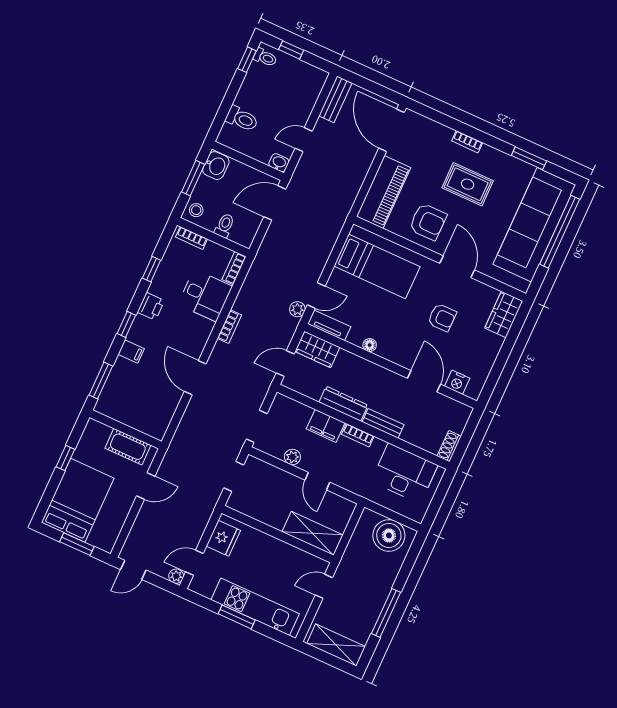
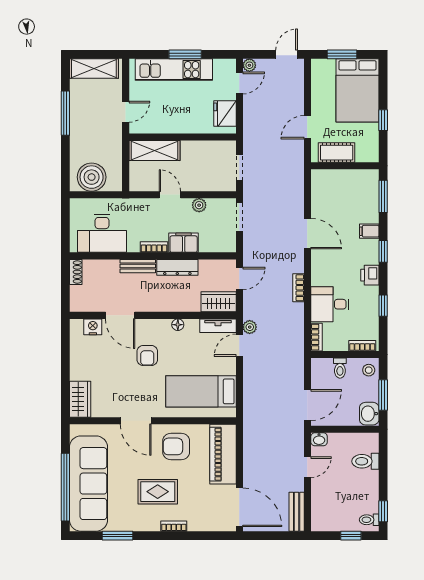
armchair: (442, 317) -> (147, 356), moved, turned -90

